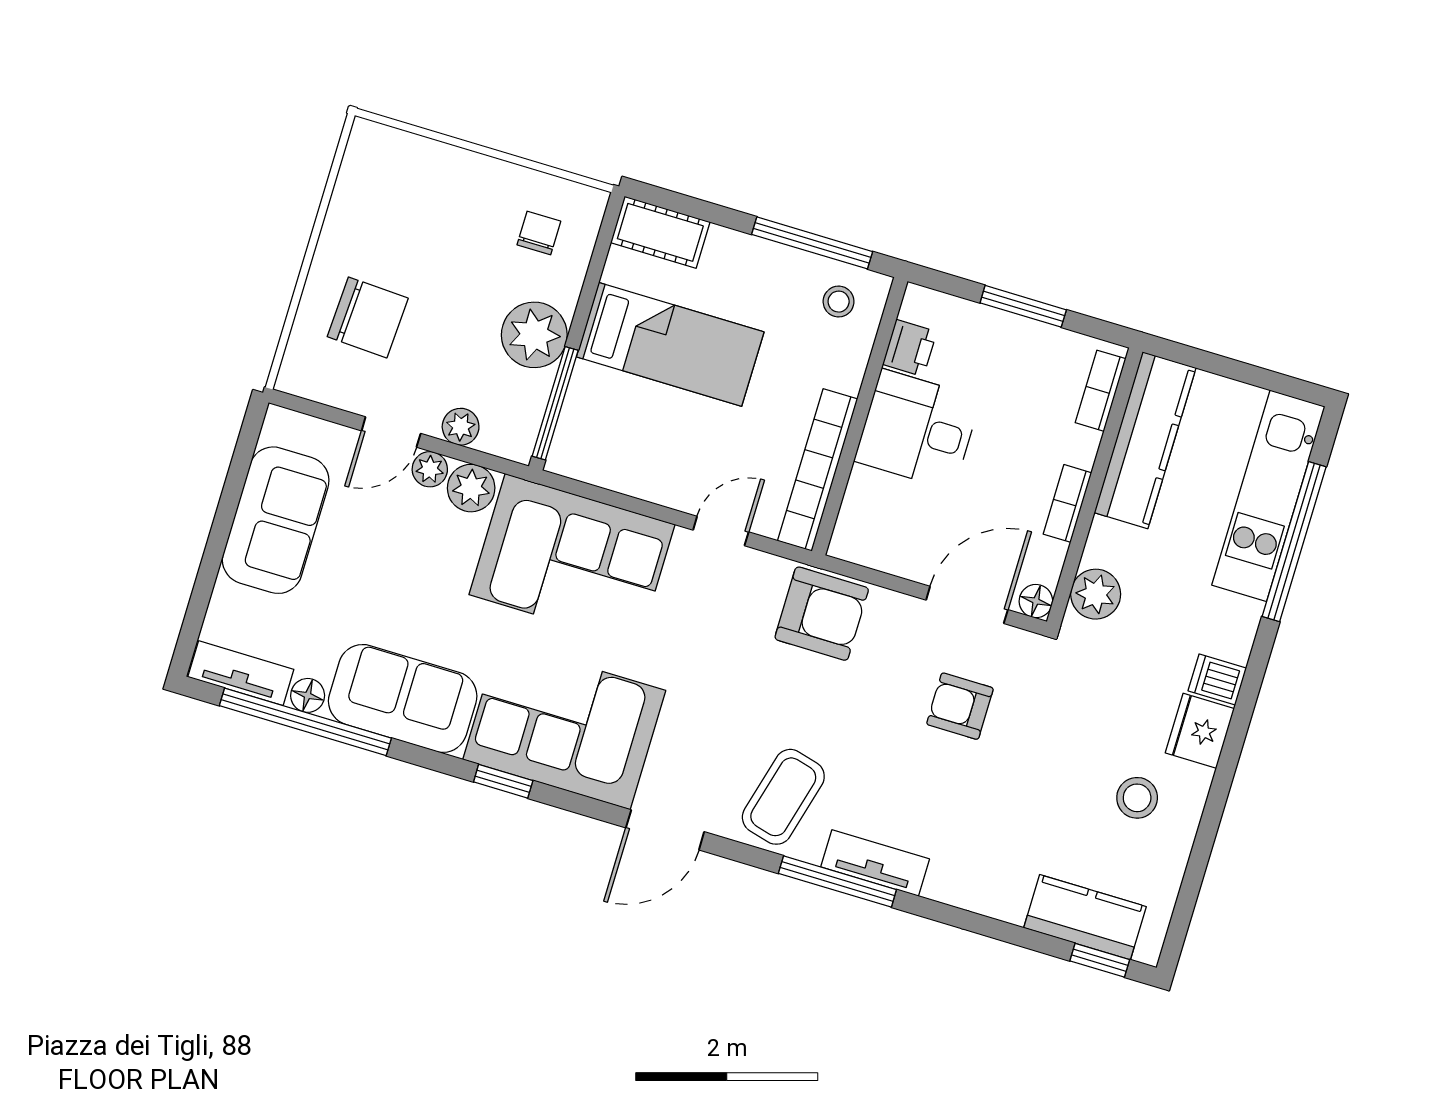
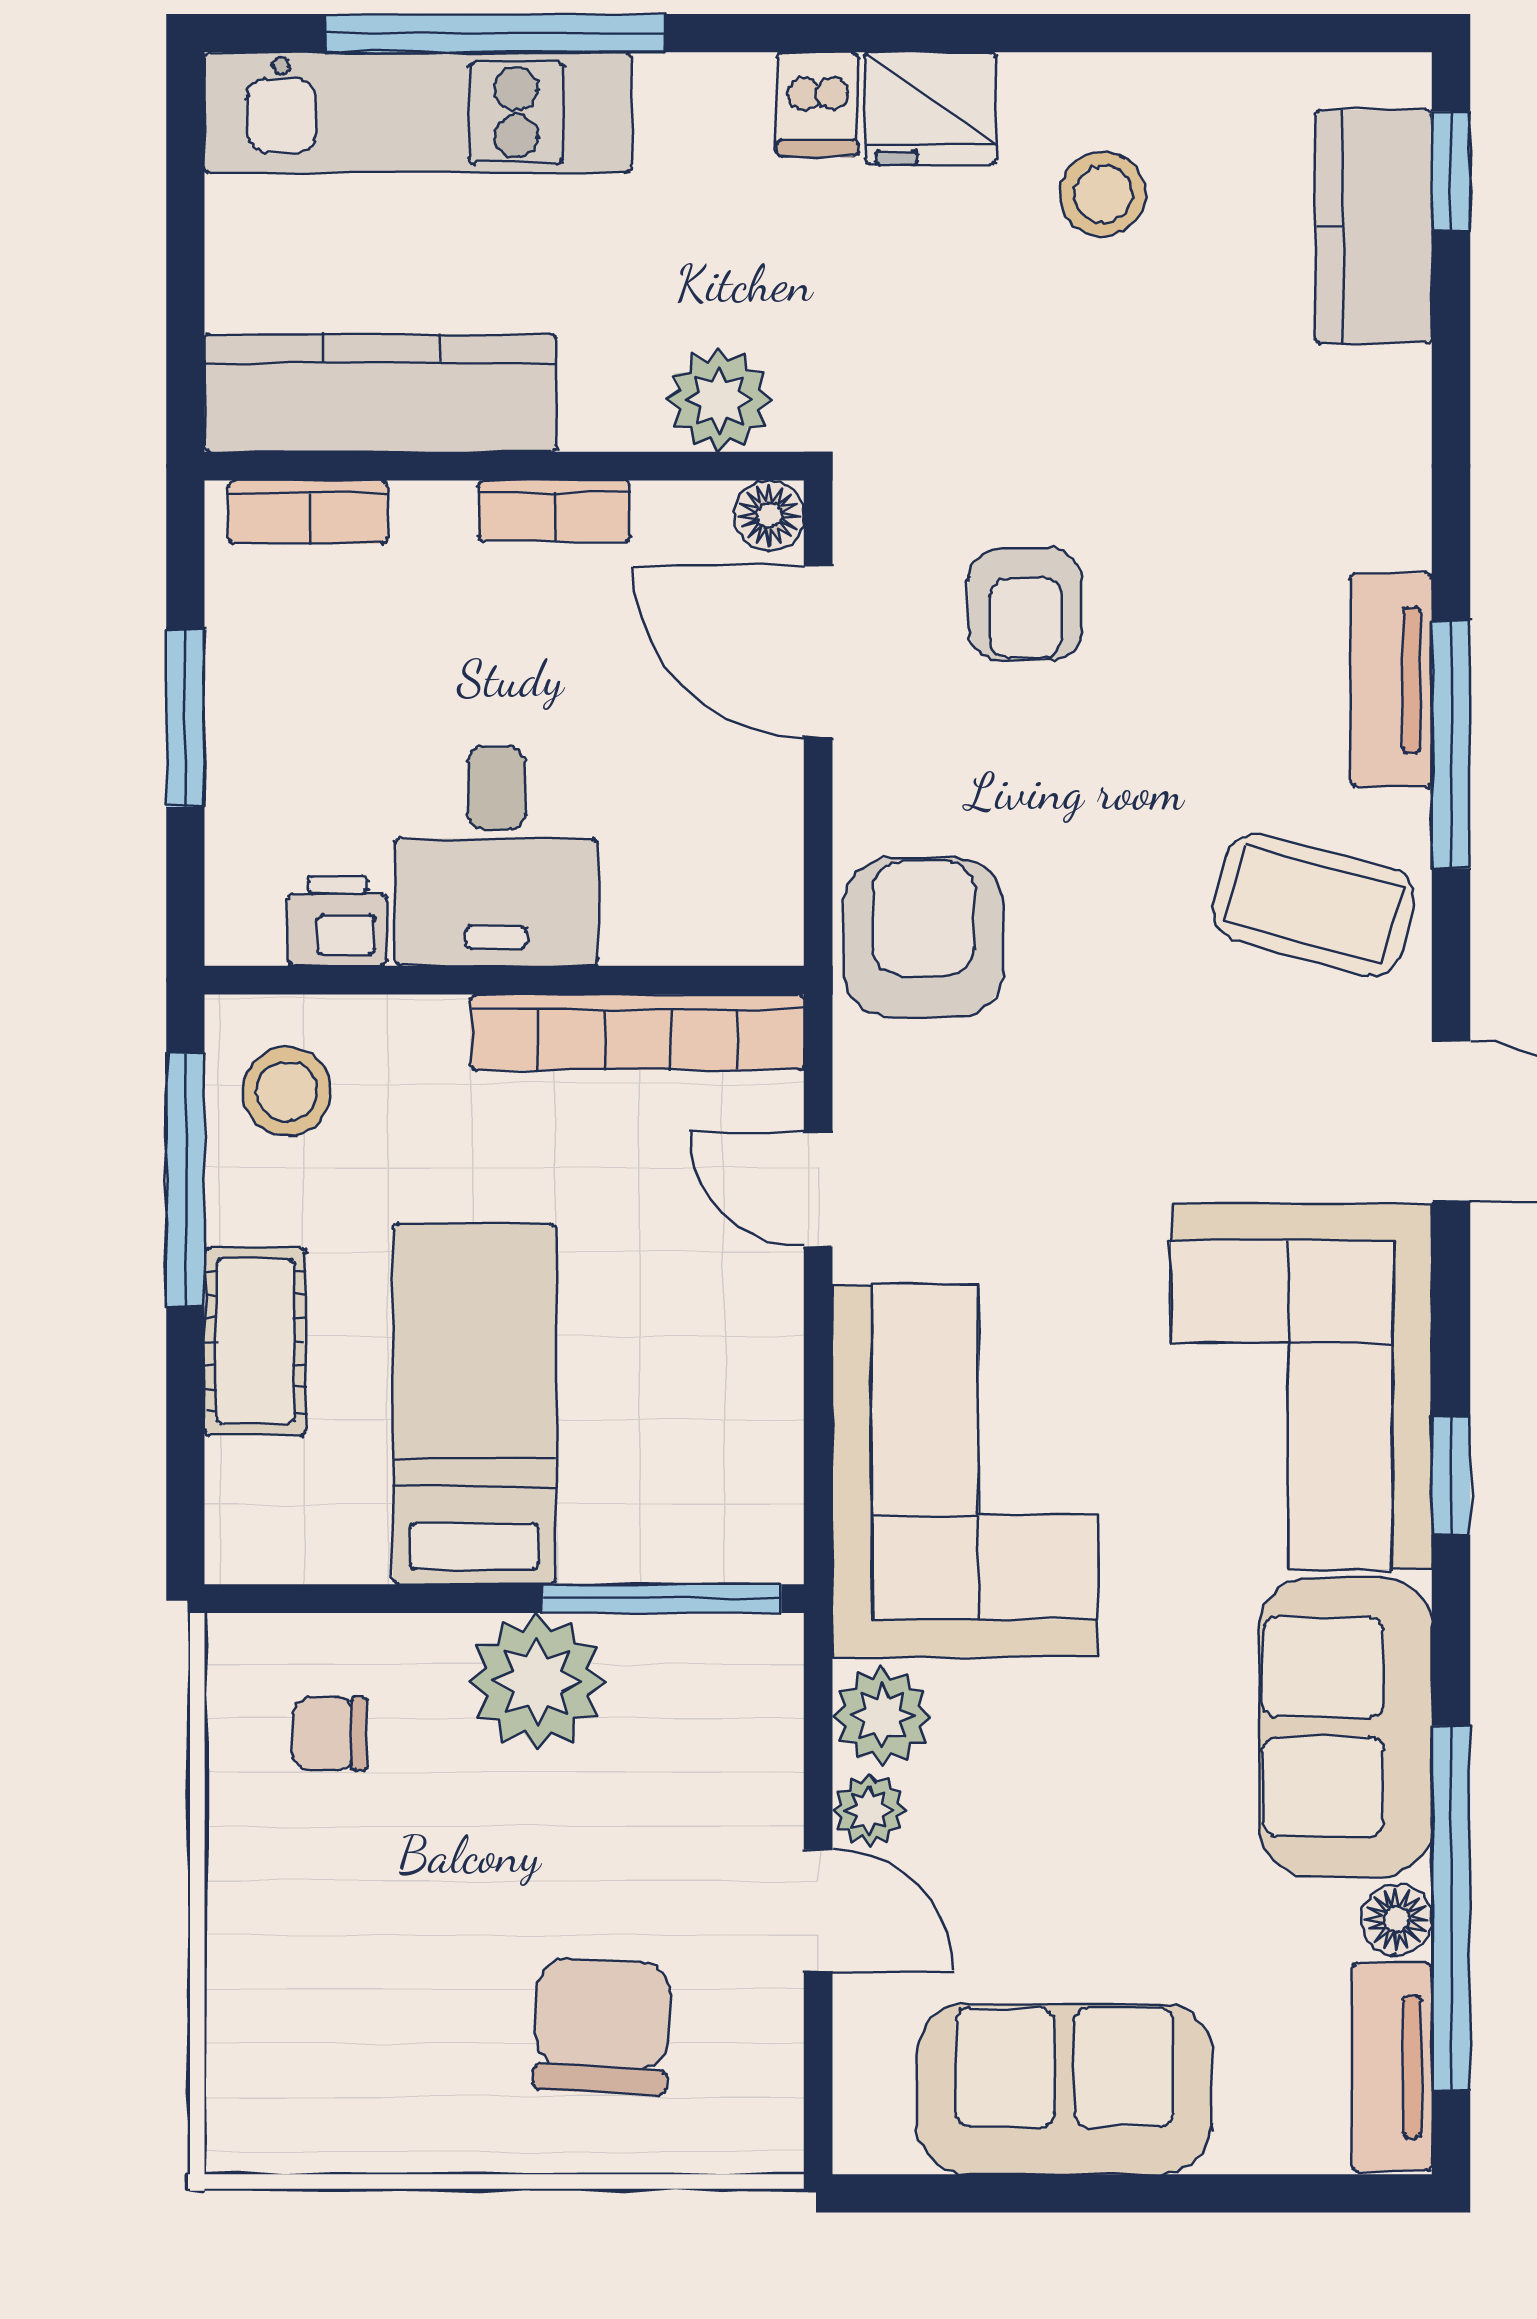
cot: (660, 232) -> (255, 1342), moved
stool: (839, 302) -> (287, 1091), width x1.37, depth x1.37
plant: (461, 427) -> (765, 1774), removed

